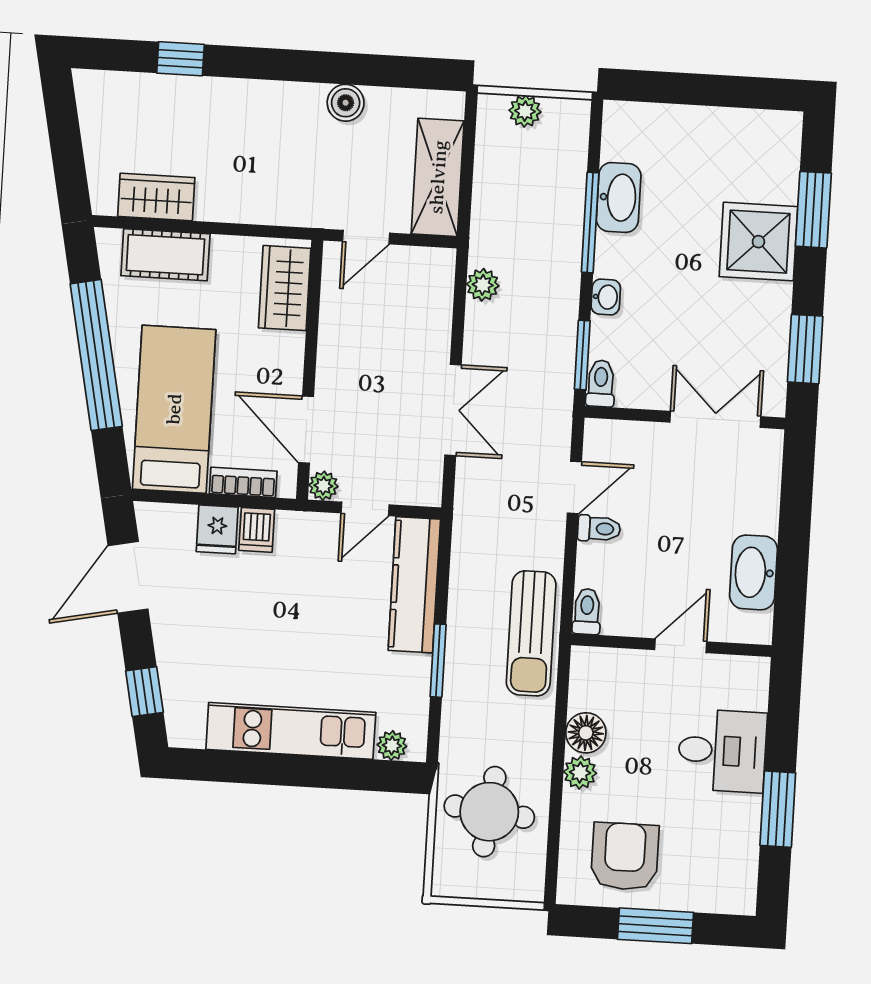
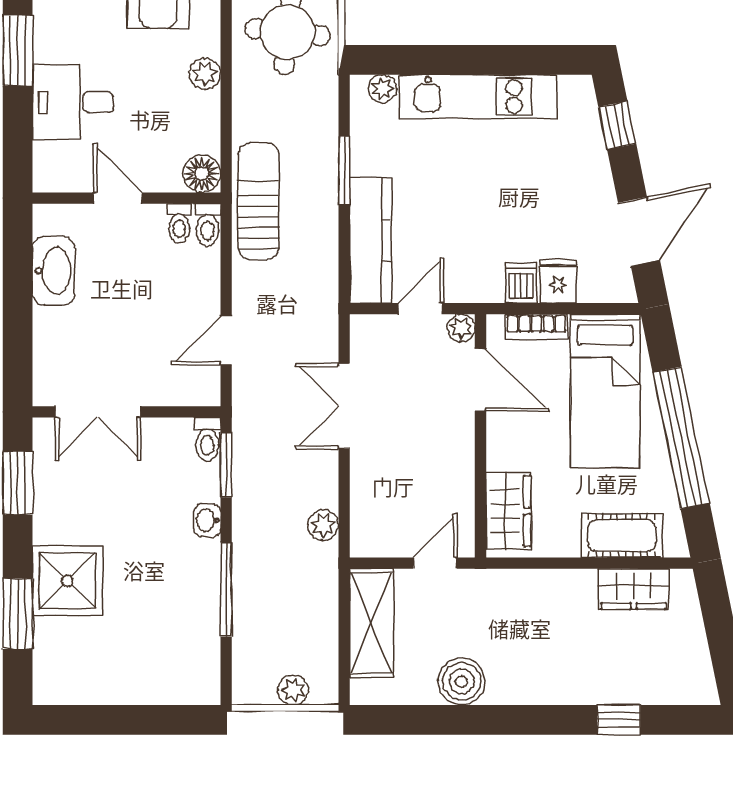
boiler: (346, 103) -> (462, 682), width x1.36, depth x1.36
washbasin: (619, 197) -> (201, 614), removed
toilet: (599, 529) -> (179, 223), moved, turned -90
door: (681, 646) -> (118, 198), swing flipped
floor lamp: (586, 733) -> (202, 174), moved

